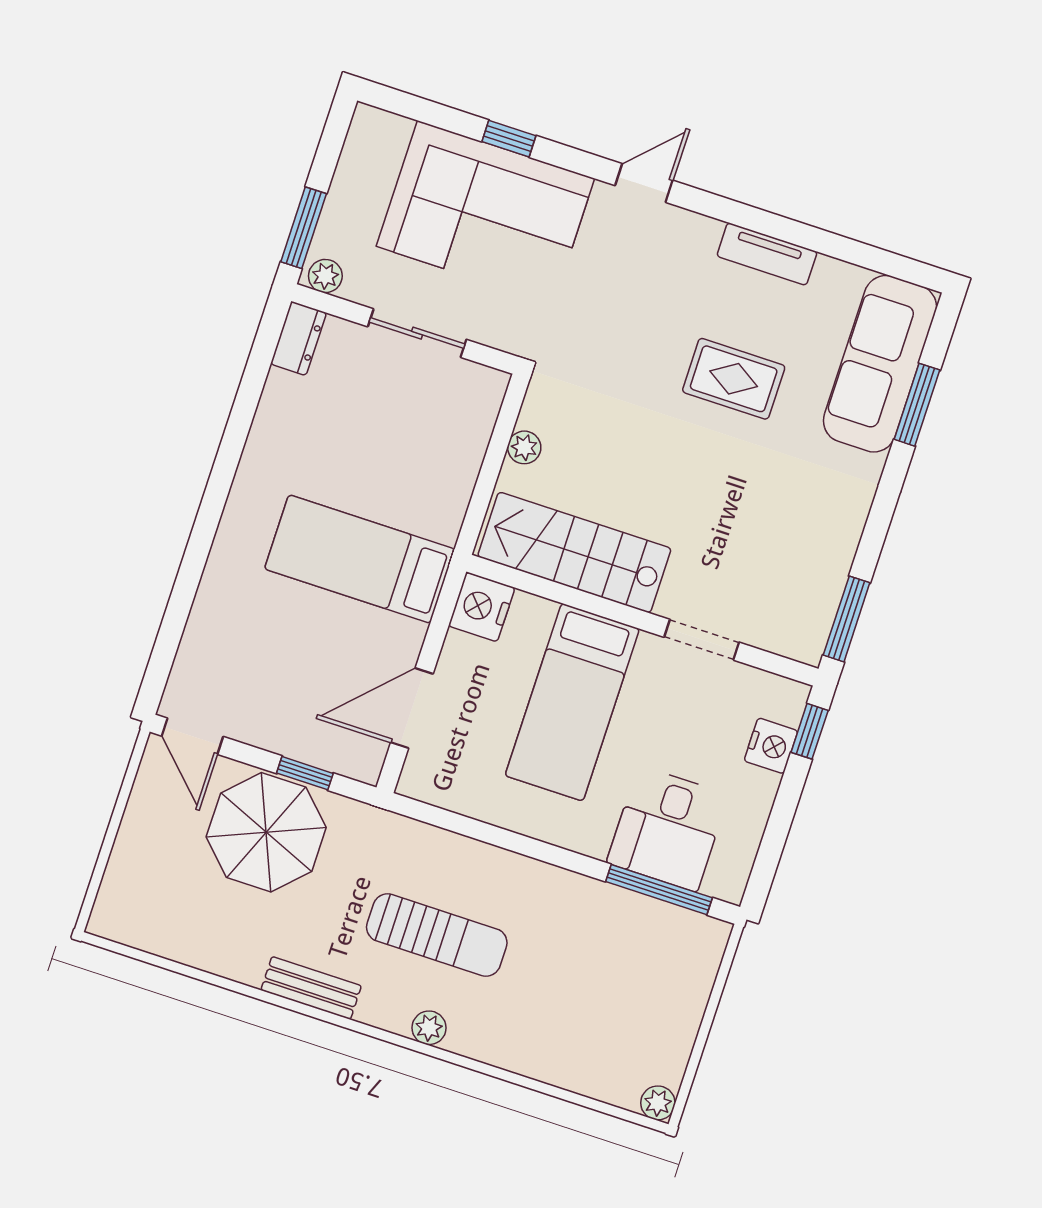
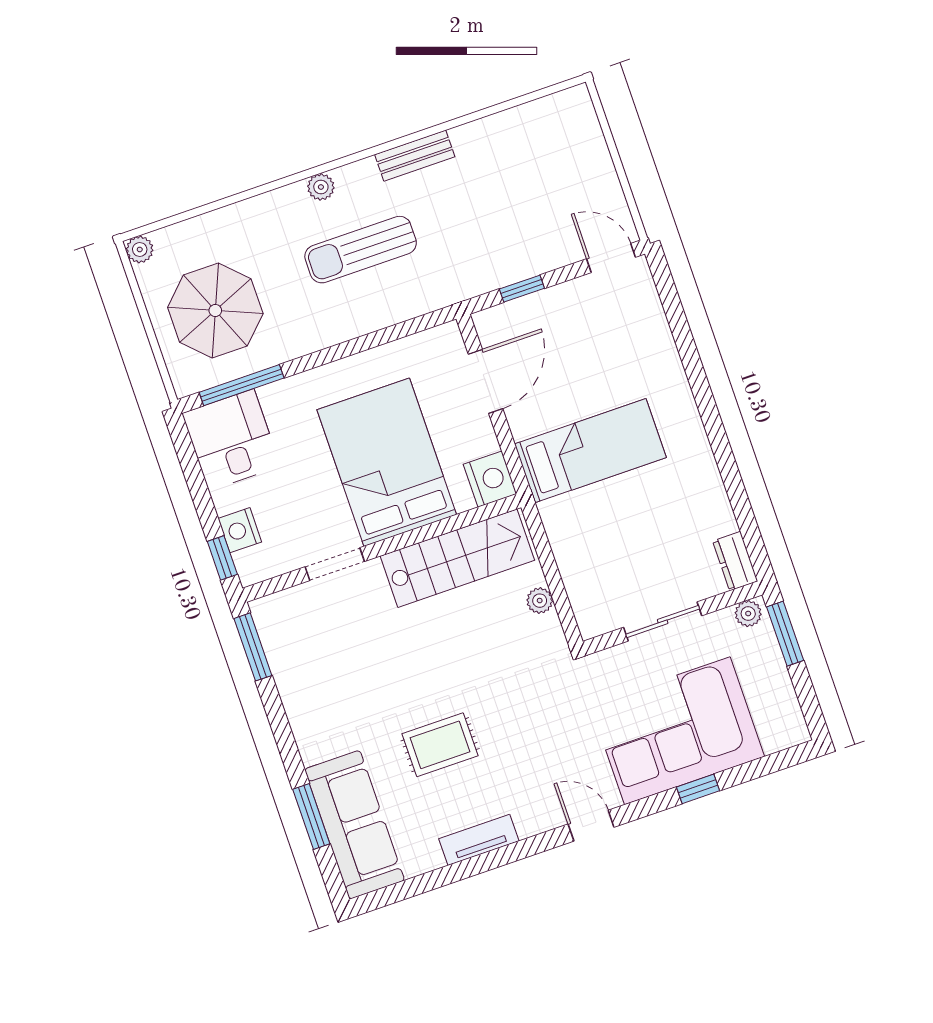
door: (644, 183) -> (591, 826), swing flipped
bed: (572, 702) -> (387, 462), width x1.50
desk: (668, 829) -> (231, 440), moved
parasol: (266, 832) -> (215, 310), moved

